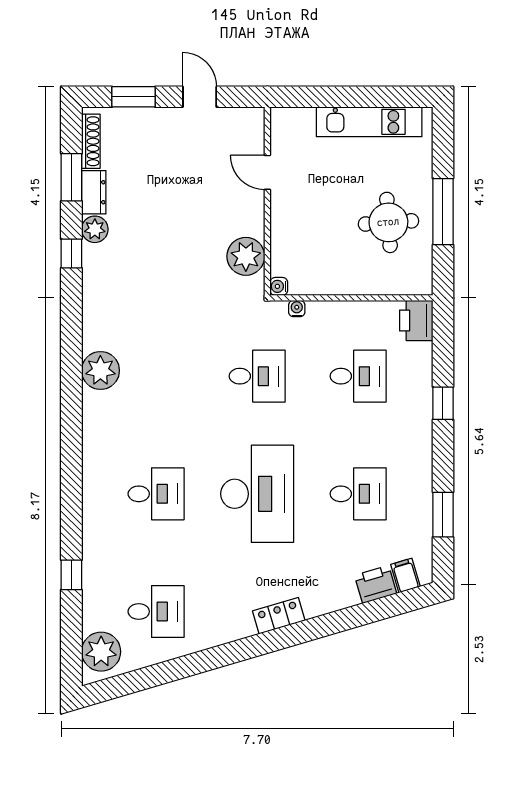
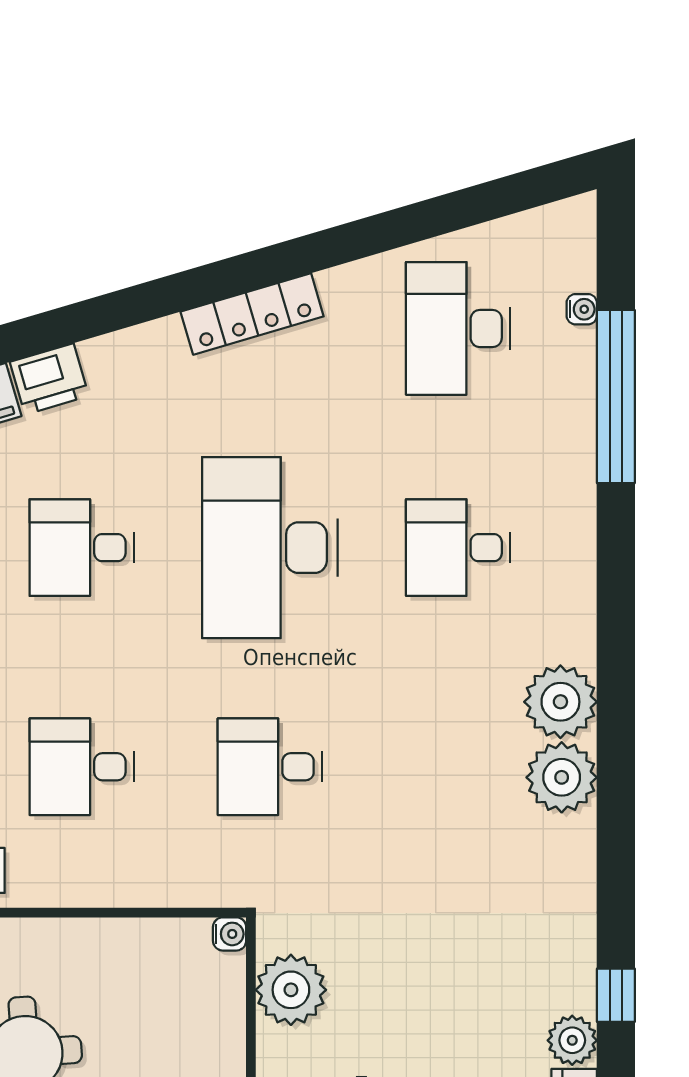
water cooler: (297, 309) -> (582, 309), moved, turned -90
window: (71, 575) -> (616, 397), width x3.17
desk: (156, 612) -> (458, 328), width x1.37
locker: (279, 616) -> (252, 314), width x1.53
plant: (101, 652) -> (560, 702), moved

